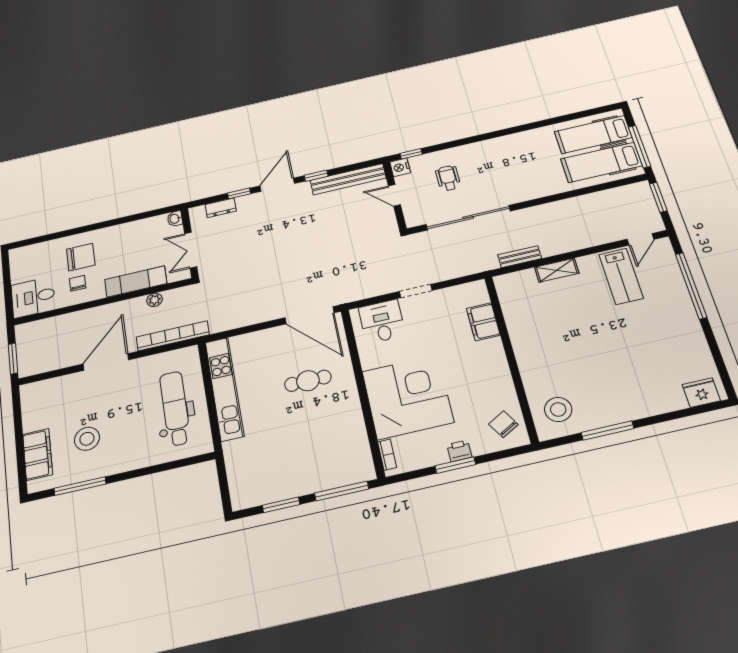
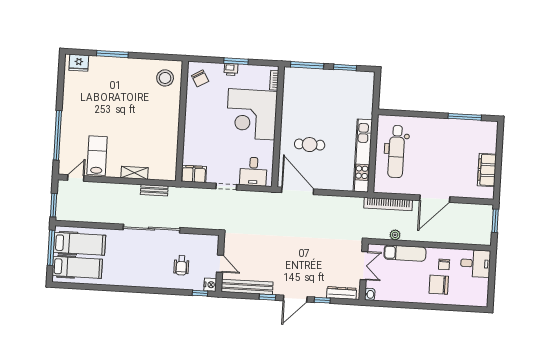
dresser: (221, 208) -> (342, 293), width x1.44
sliding door: (468, 218) -> (152, 229), moved
filing cabinet: (483, 322) -> (194, 174), moved, turned -90
window: (607, 431) -> (112, 54), moved
stool: (87, 439) -> (455, 148), removed
filing cabinet: (38, 454) -> (487, 170), moved

